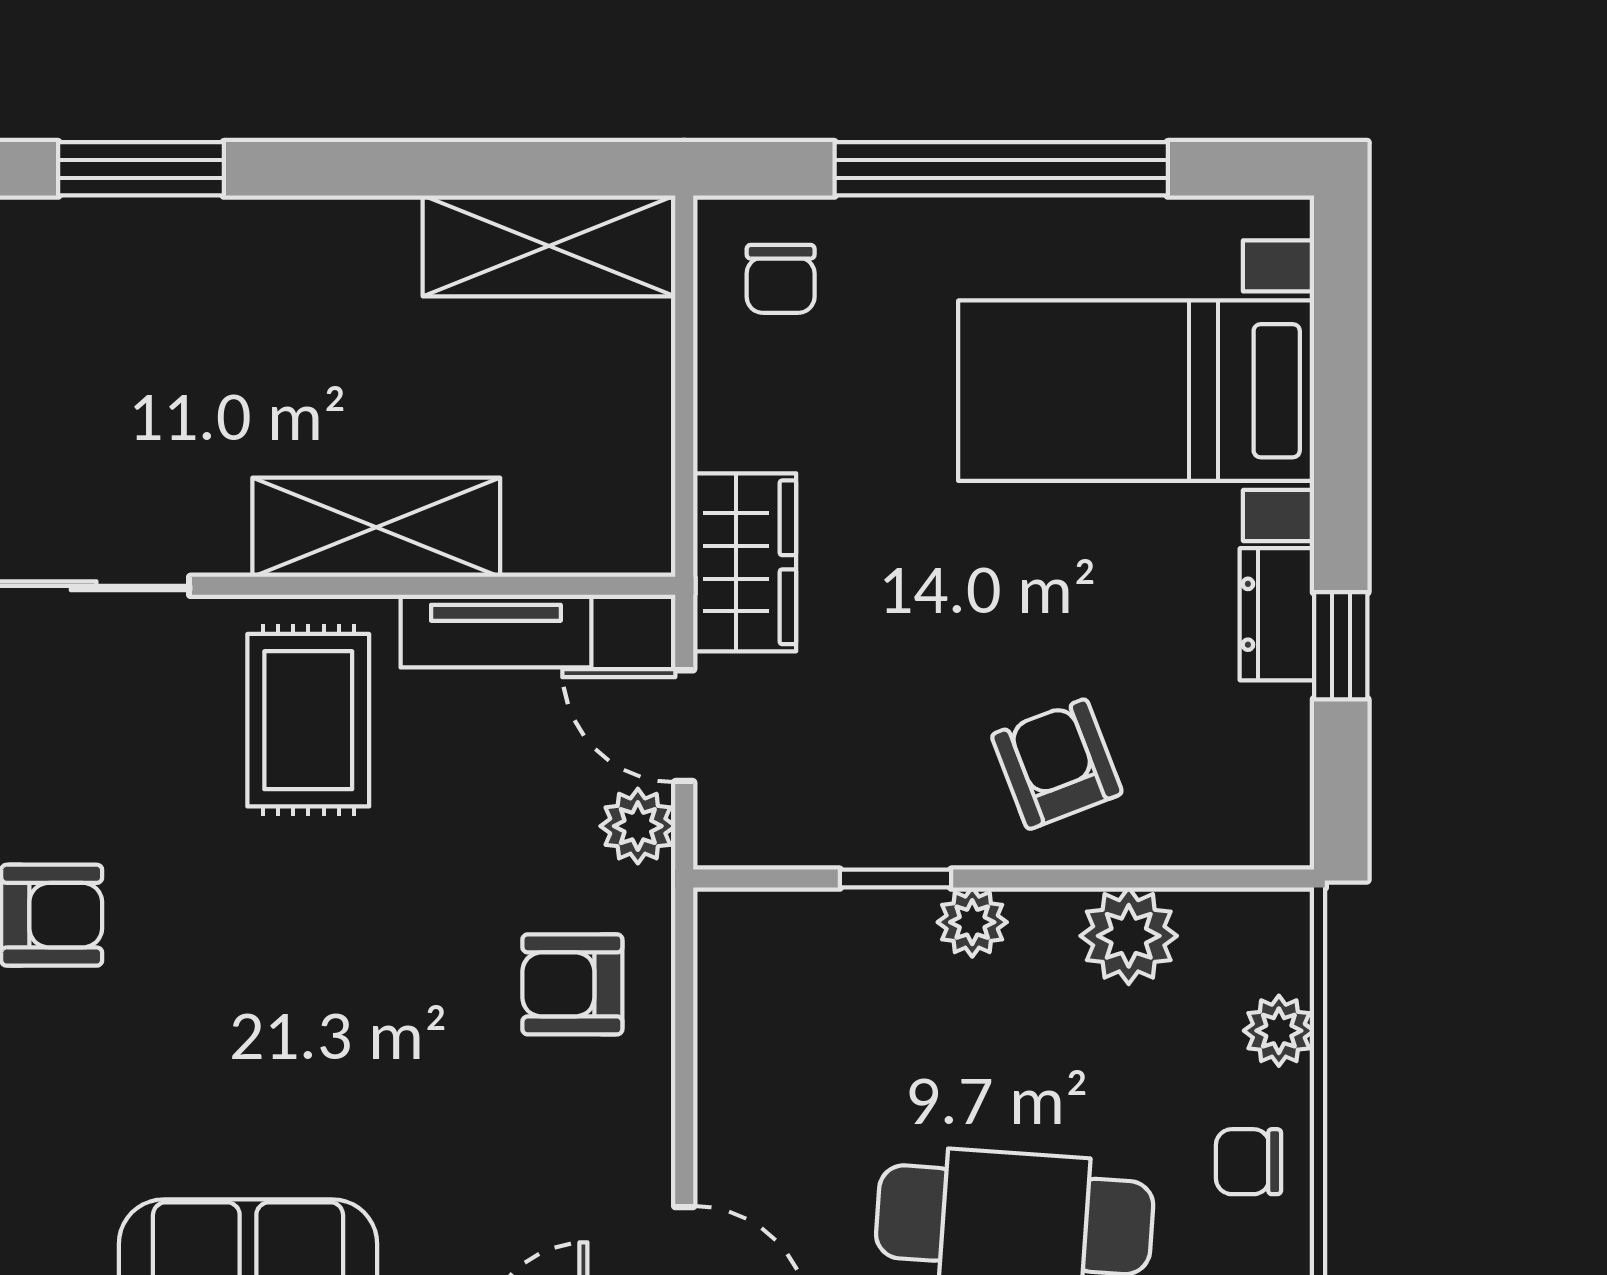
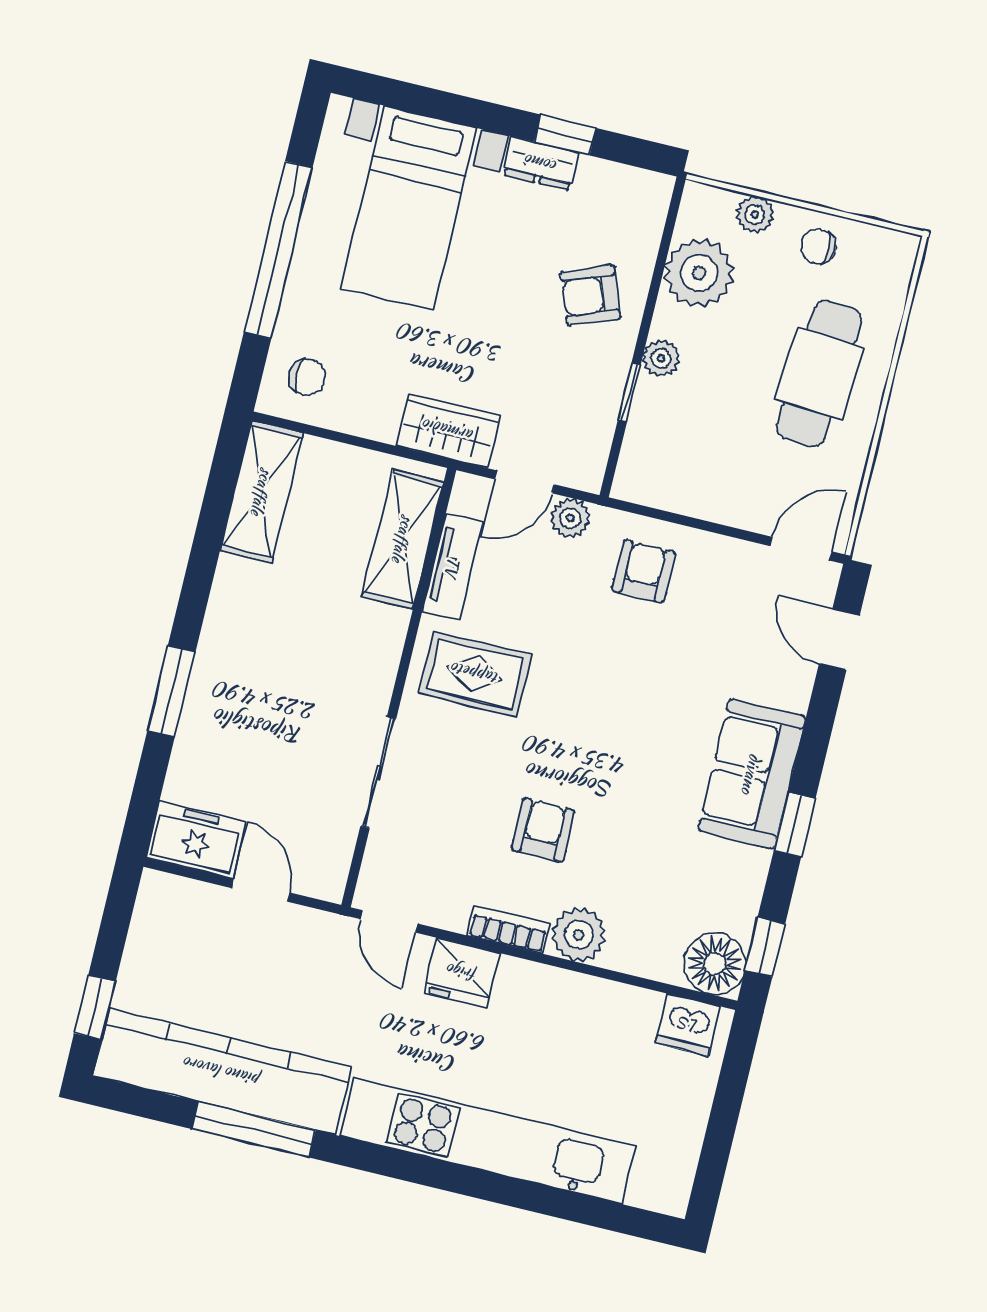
shelving: (376, 527) -> (403, 539), moved
plant: (1129, 936) -> (699, 273), width x1.36, depth x1.36
armchair: (572, 984) -> (643, 571), turned 180
chair: (1249, 1162) -> (818, 246), turned 90

